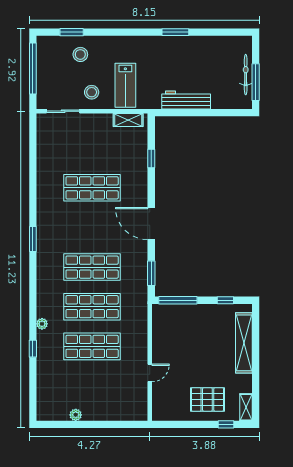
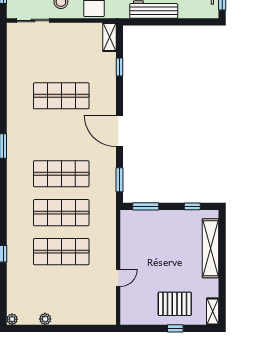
shelving: (128, 120) -> (110, 37), moved, turned 90
window: (178, 300) -> (146, 206), width x0.69
plant: (42, 324) -> (12, 319), moved
window: (226, 424) -> (175, 328), moved

